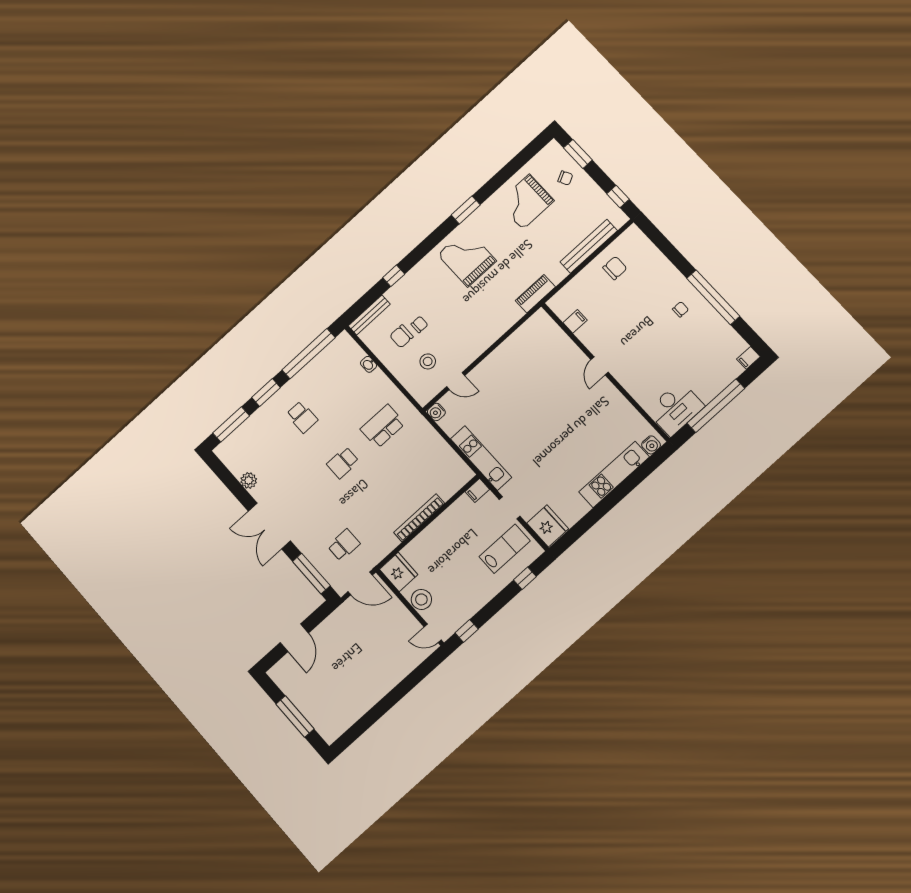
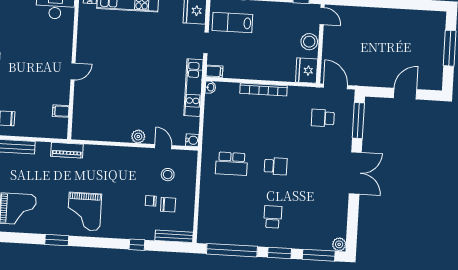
washbasin: (369, 364) -> (210, 87), moved
plant: (486, 368) -> (138, 137), added
plant: (249, 480) -> (339, 244), moved

